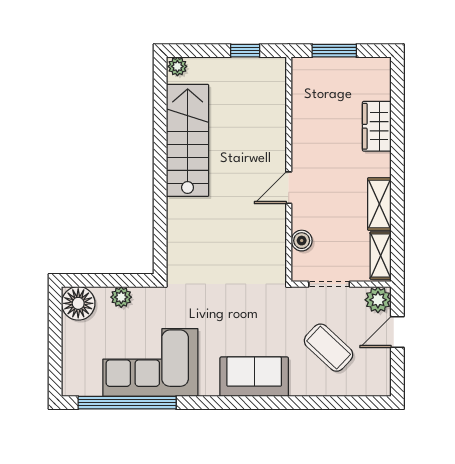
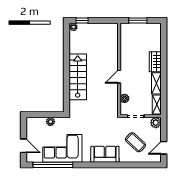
window: (245, 51) -> (82, 20), moved
wardrobe: (377, 126) -> (155, 62), moved
stairs: (188, 140) -> (78, 77), moved
floor lamp: (78, 303) -> (33, 124), removed
door: (397, 332) -> (164, 148), moved
door: (55, 356) -> (23, 146), added

